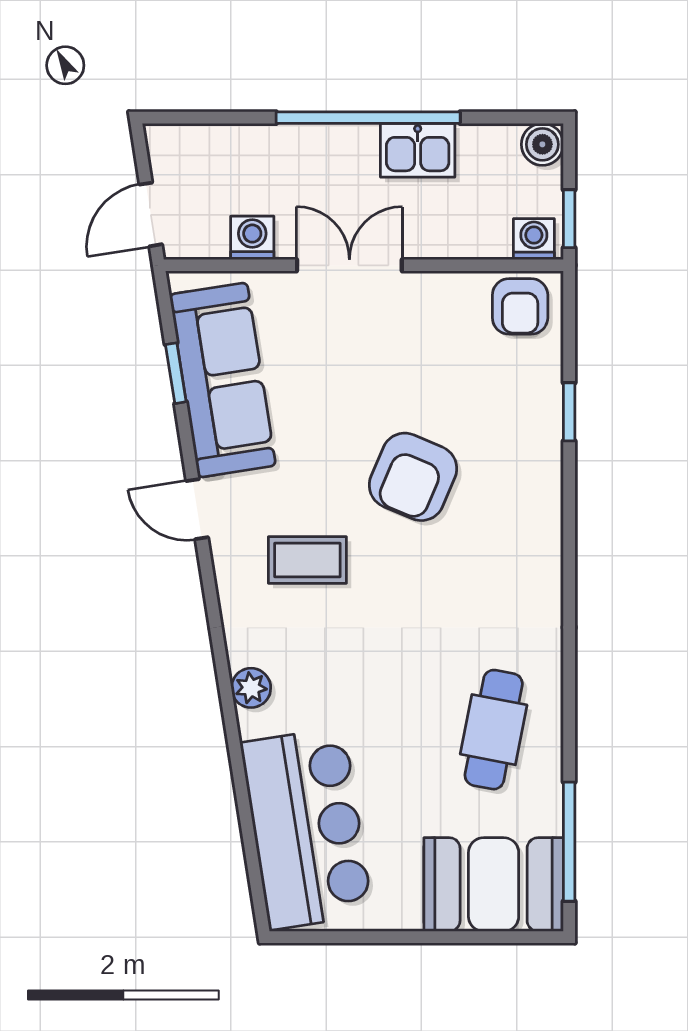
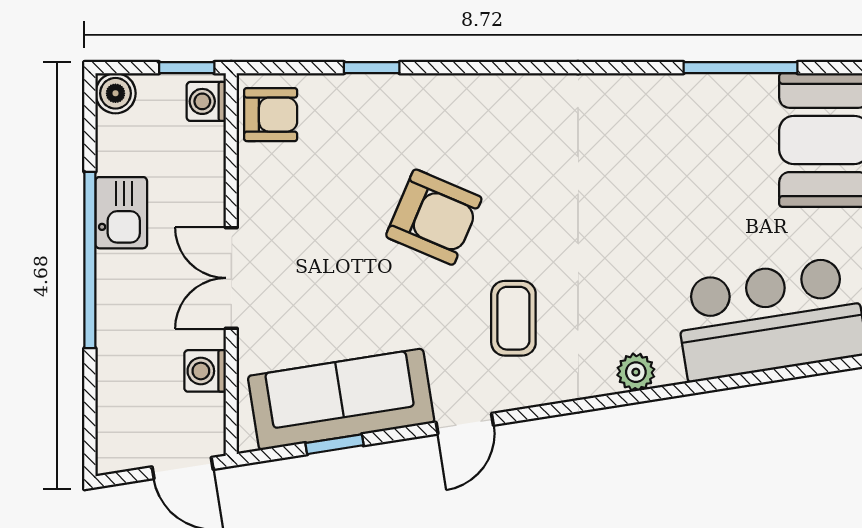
cafe table: (494, 730) -> (676, 140), removed
window: (569, 842) -> (740, 68), moved

